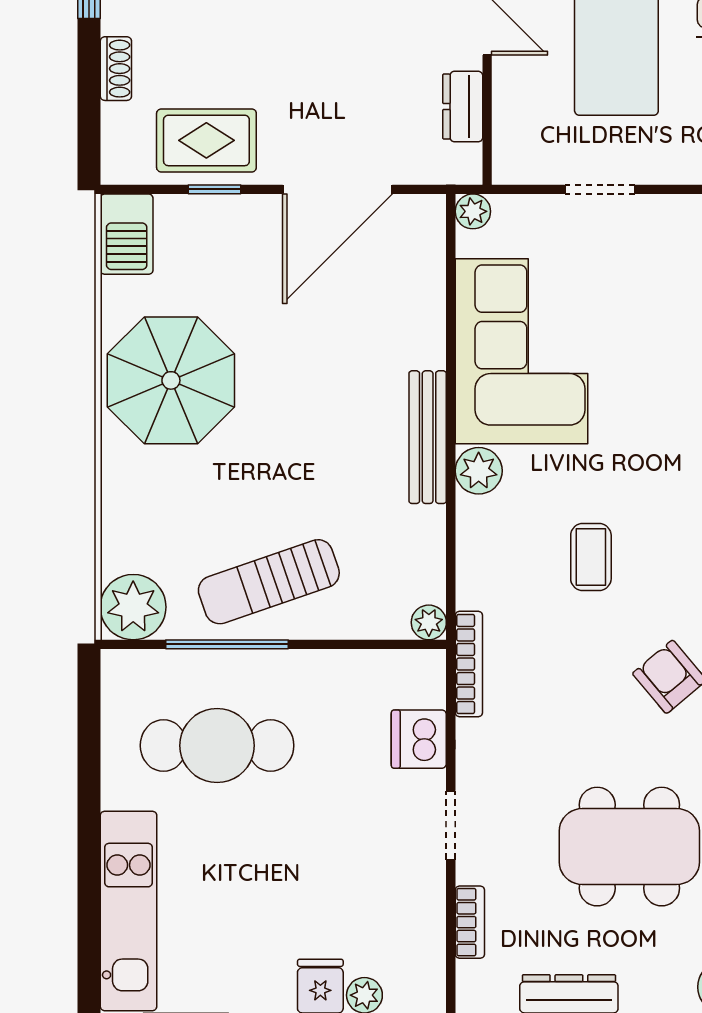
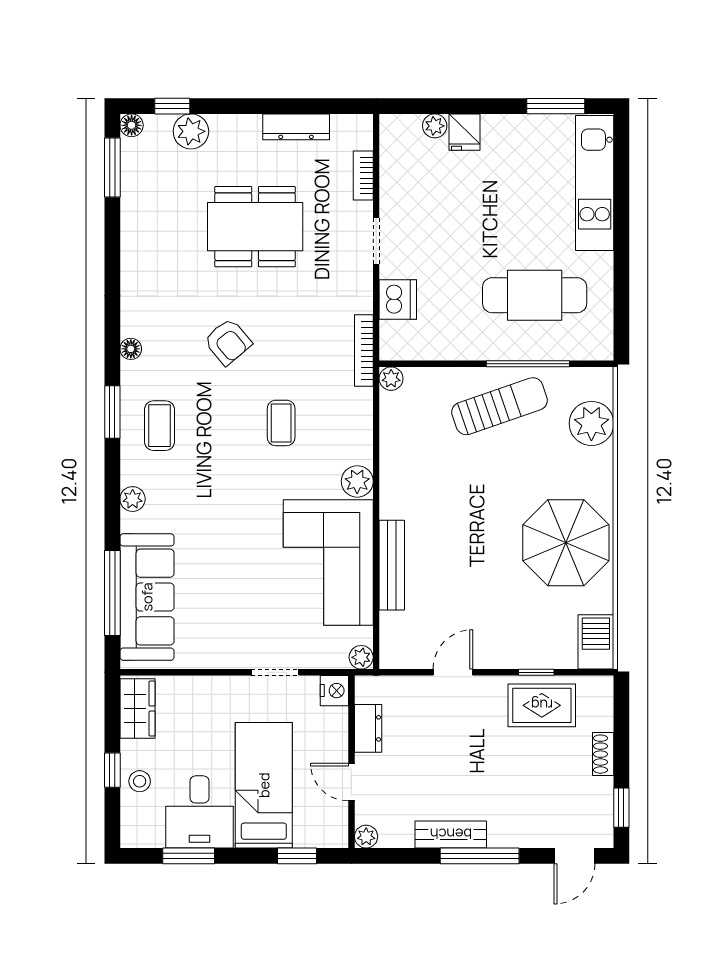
nightstand: (512, 162) -> (334, 691), added
door: (338, 189) -> (453, 672), width x0.53
bench: (428, 437) -> (392, 565), moved
plant: (133, 607) -> (591, 423), moved

